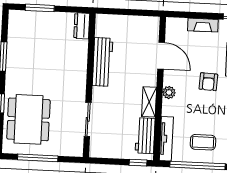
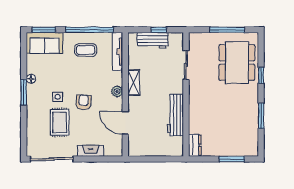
workbench: (145, 136) -> (153, 40), moved, turned 90
window: (138, 163) -> (159, 30), moved

